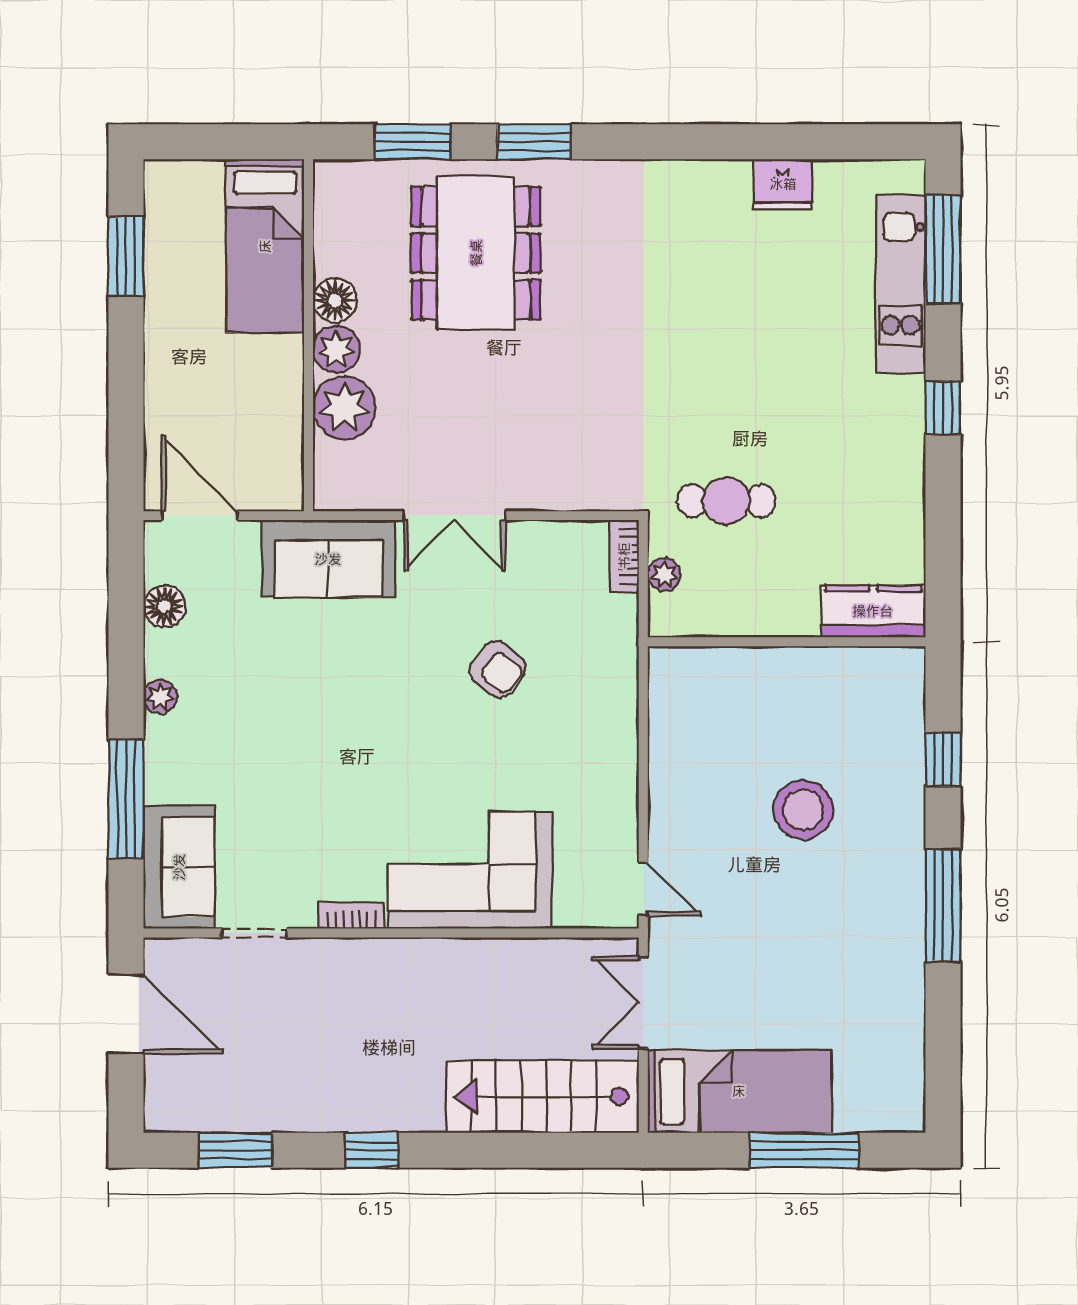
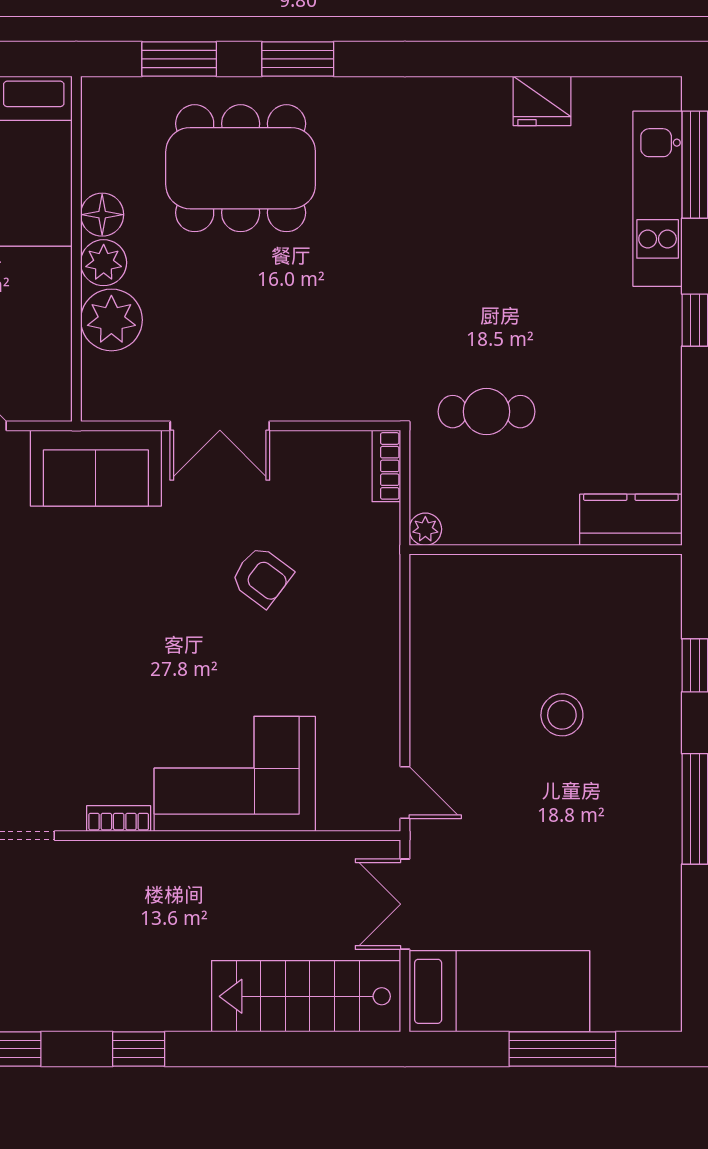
dining table: (476, 253) -> (241, 168), turned 90
plant: (664, 575) -> (425, 529), moved
stool: (803, 810) -> (562, 715), width x0.73, depth x0.73

